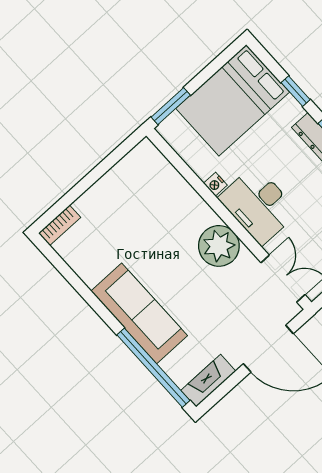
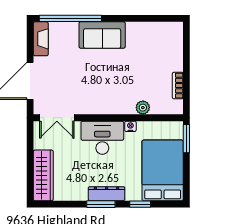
bookcase: (59, 225) -> (178, 86), moved
plant: (219, 246) -> (143, 108), moved, width x0.53, depth x0.53
sofa: (139, 313) -> (102, 35), width x0.73

